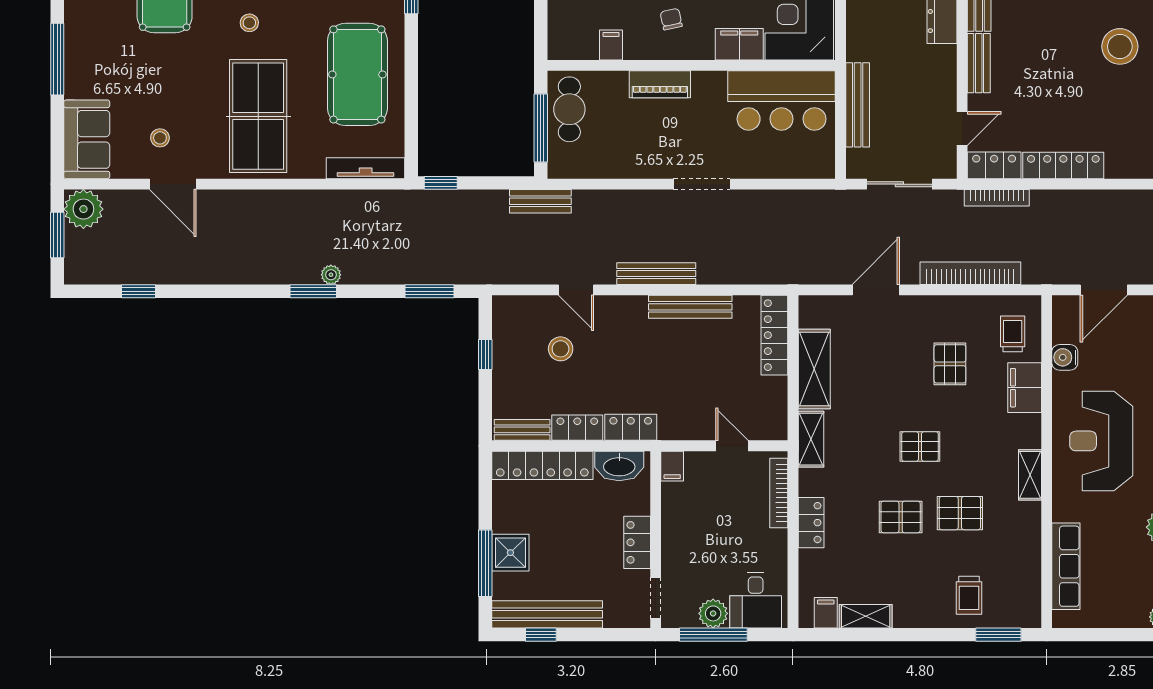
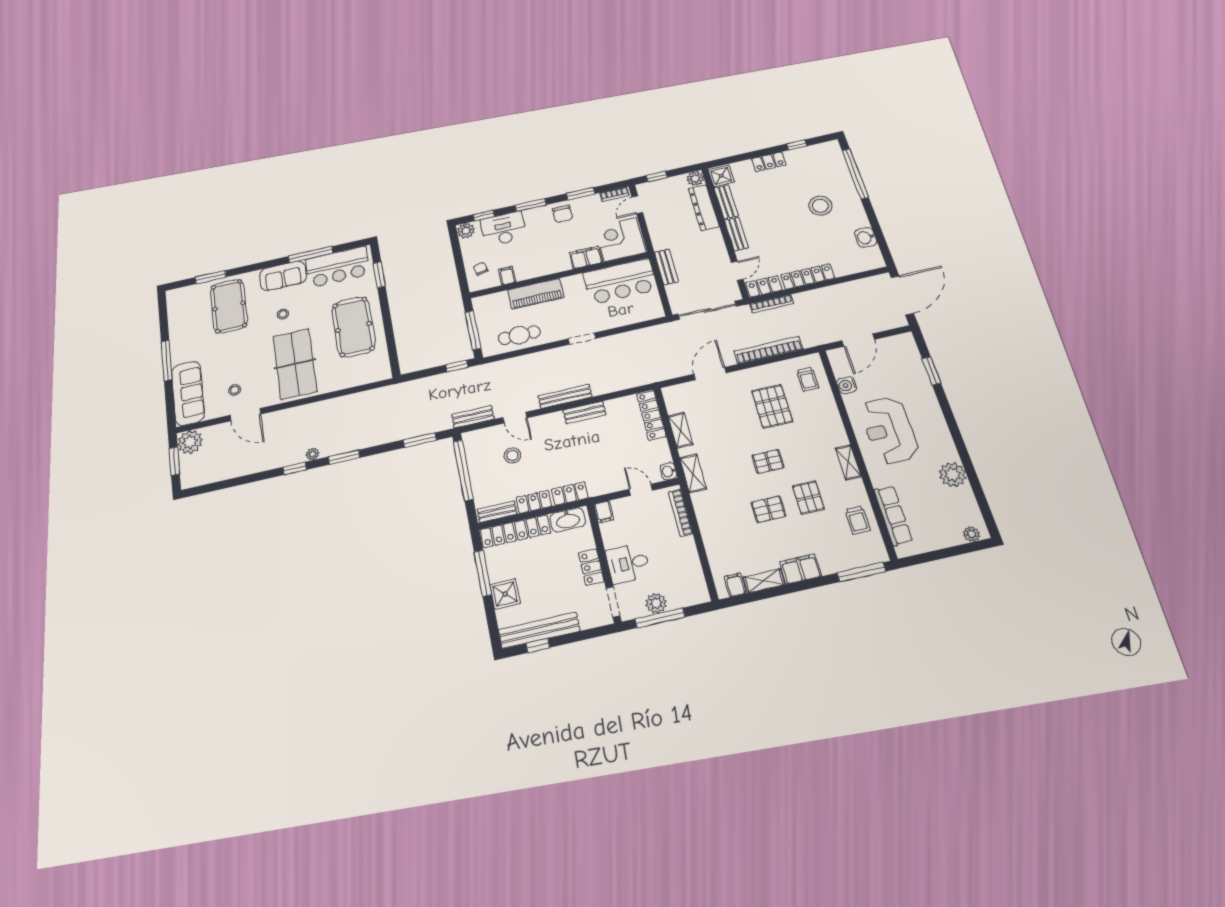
chair: (671, 19) -> (481, 269), moved
piano: (660, 84) -> (536, 294), width x1.37, depth x1.33
bench: (858, 105) -> (666, 267), width x0.73
cafe table: (569, 109) -> (519, 335), moved, turned 90
sofa: (87, 139) -> (188, 393), width x1.36
tv unit: (366, 168) -> (367, 378), removed
window: (441, 183) -> (457, 366), moved
doorway: (702, 184) -> (582, 339), width x0.73
sliding door: (899, 184) -> (707, 310), width x1.37
bench: (540, 201) -> (473, 417), moved
plant: (331, 275) -> (313, 454), moved
window: (139, 291) -> (295, 468), moved
bench: (690, 307) -> (585, 413), width x0.73
trolley: (1013, 334) -> (808, 379), turned 180
window: (485, 355) -> (463, 470), width x3.17
pallet: (950, 364) -> (772, 406), width x1.50, depth x1.42
shelving: (814, 369) -> (681, 430), width x0.67, depth x0.75
filing cabinet: (1025, 388) -> (800, 569), moved, turned 90
washbasin: (777, 428) -> (668, 471), added
pallet: (960, 513) -> (808, 497), turned 90
locker: (811, 523) -> (708, 527), removed
window: (485, 563) -> (483, 573), moved
trolley: (969, 595) -> (858, 520), moved
desk: (756, 600) -> (628, 563), moved, turned 90
window: (998, 635) -> (862, 572), width x1.44

